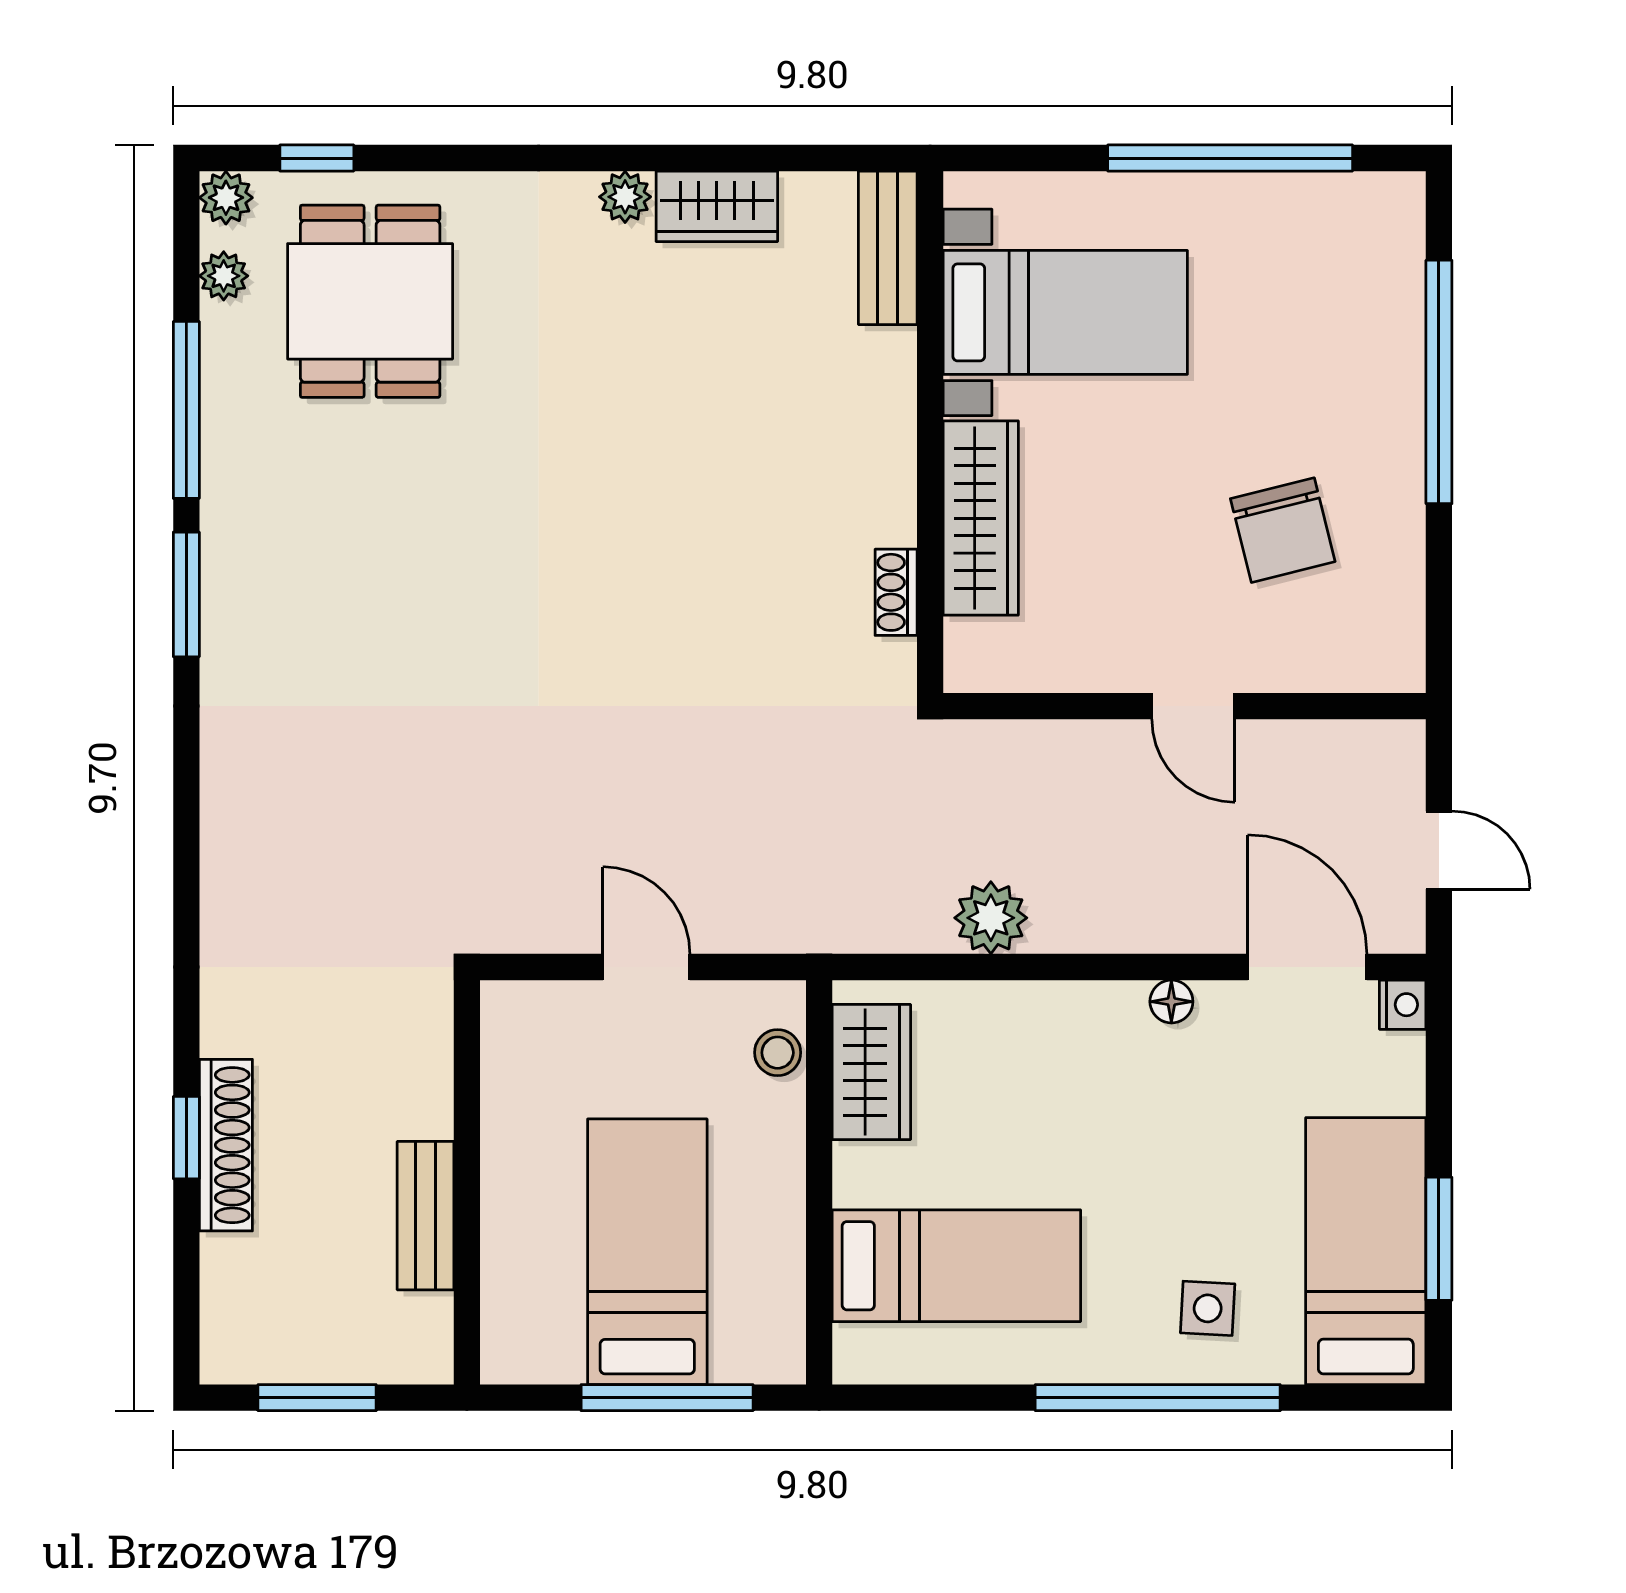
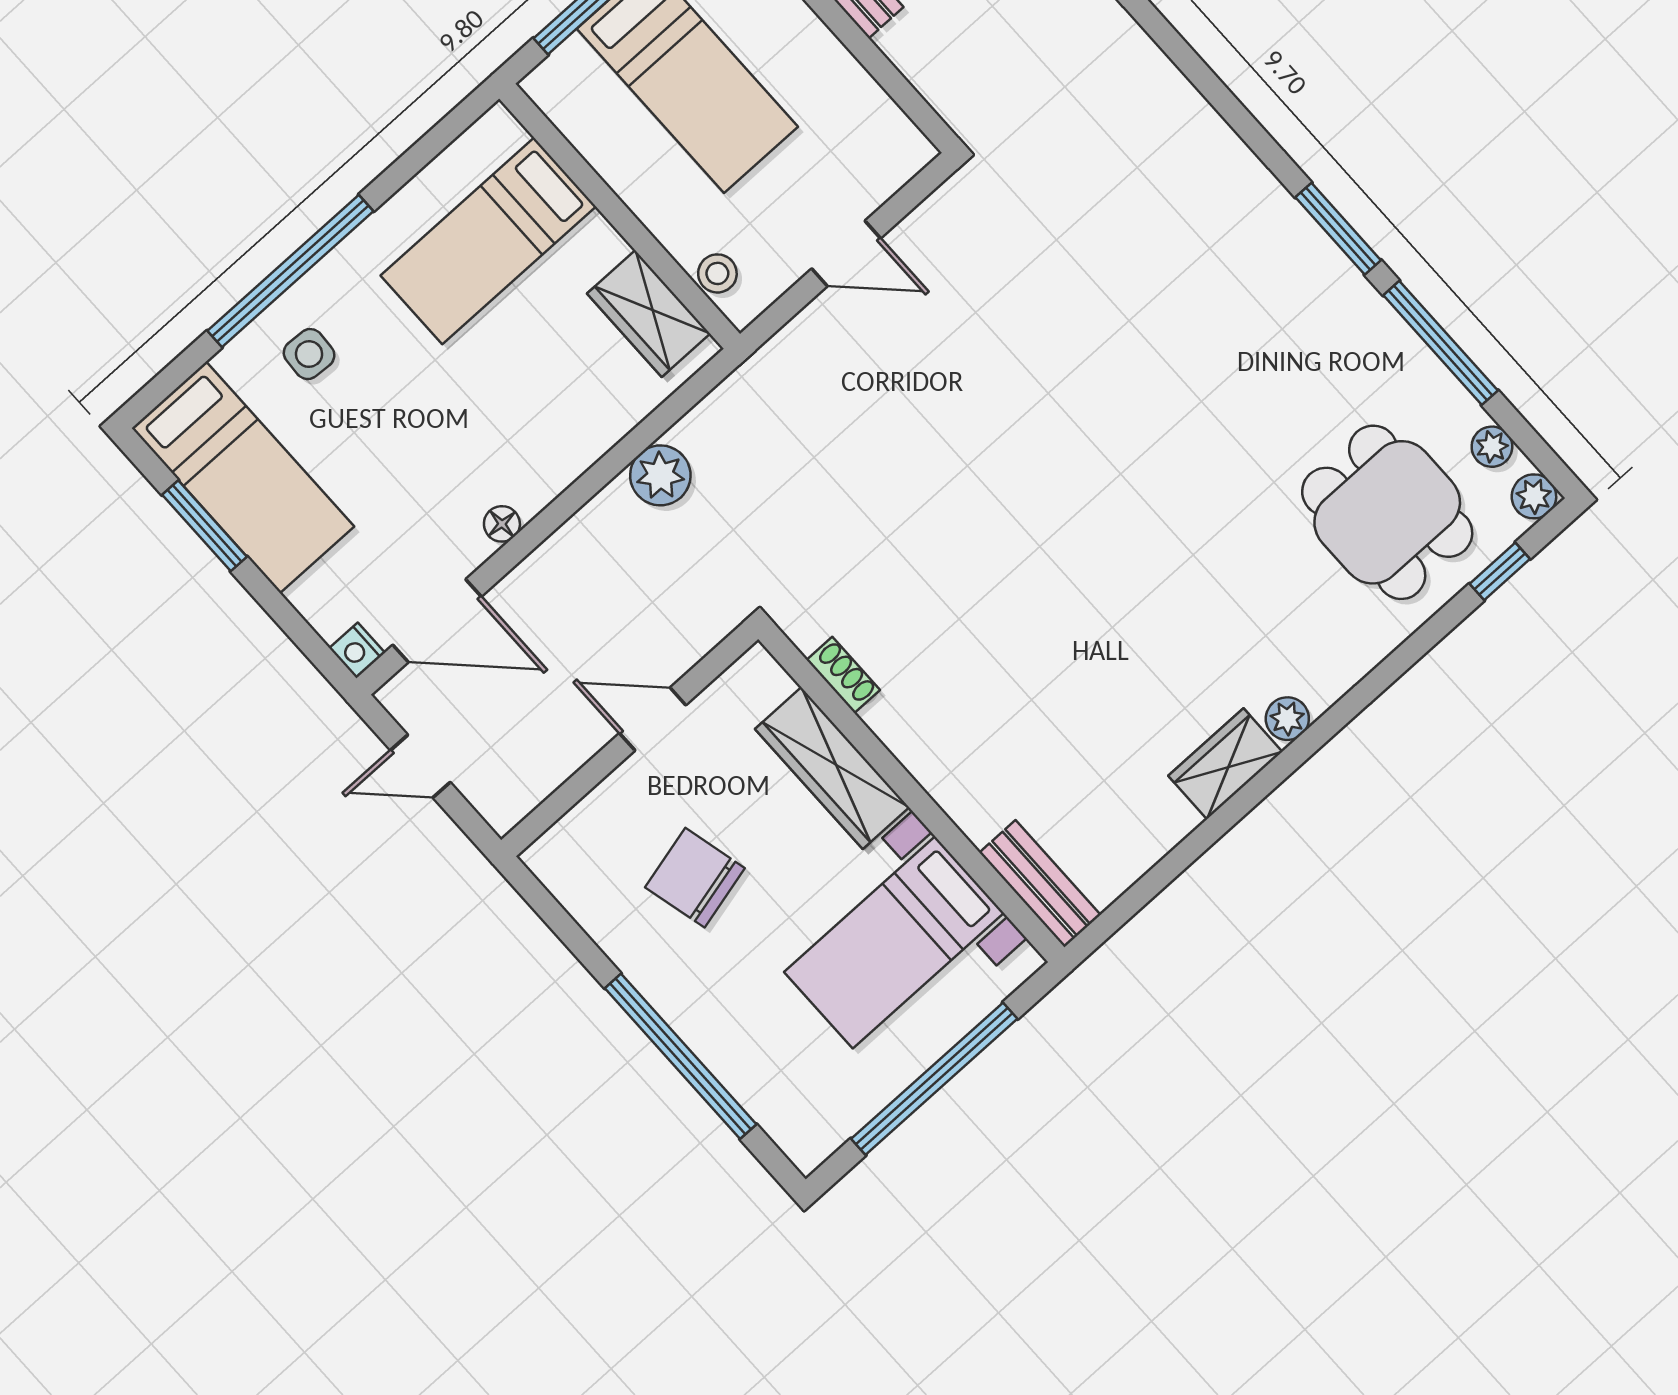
bench: (888, 248) -> (1040, 884), moved
bed with nightstands: (1065, 312) -> (894, 942), moved
wall: (930, 432) -> (911, 793), moved
wardrobe: (981, 518) -> (832, 768), moved
shoe rack: (896, 592) -> (843, 675), moved

